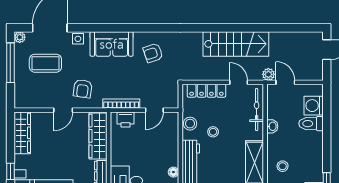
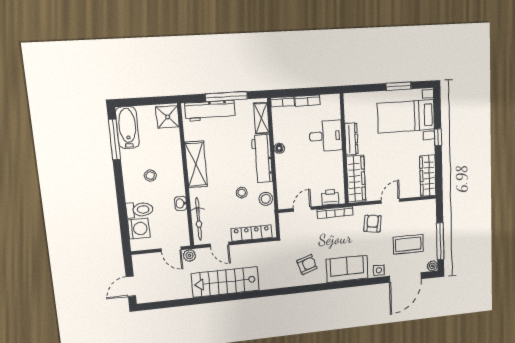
stool: (283, 166) -> (150, 176), moved

